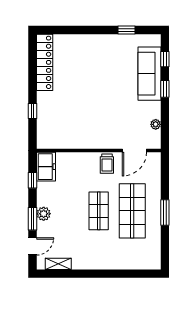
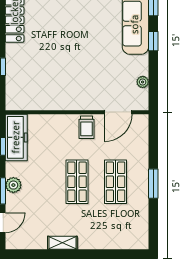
freezer: (46, 167) -> (16, 137), width x1.40
shop shelf: (132, 211) -> (116, 182), width x0.70, depth x0.74
shelving: (58, 264) -> (62, 243), moved

